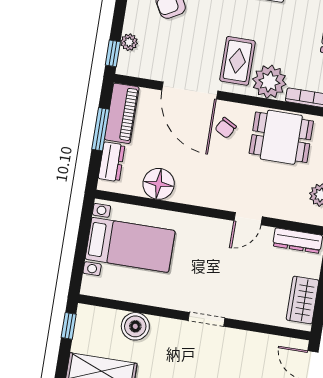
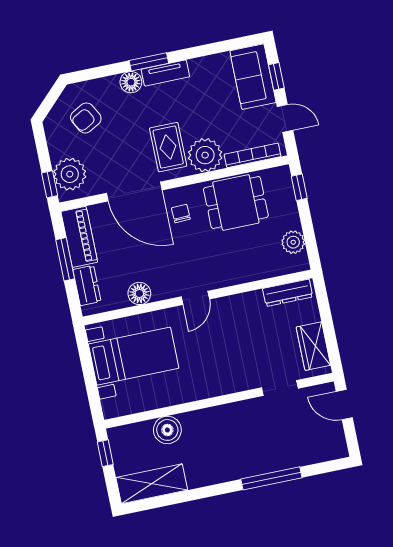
plant: (129, 42) -> (70, 174), width x1.88, depth x1.88
chair: (226, 128) -> (181, 213), turned 149
floor lamp: (159, 184) -> (139, 293), width x0.73, depth x0.73
door: (248, 219) -> (195, 298), moved
doorway: (206, 319) -> (280, 388), moved

